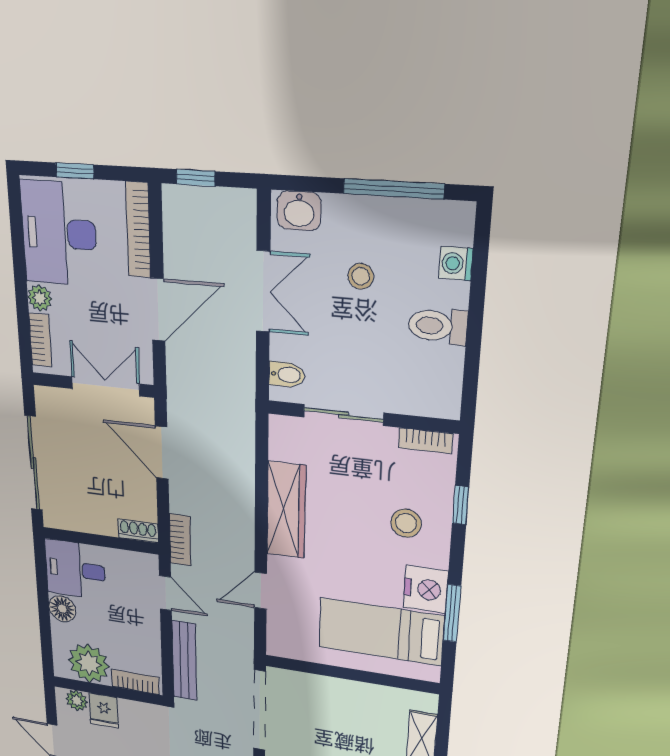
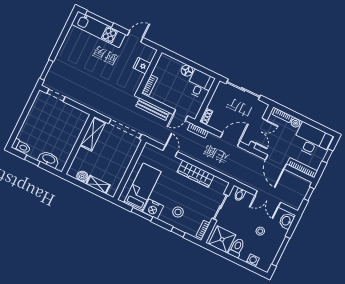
shower: (431, 377) -> (222, 239), added
plant: (89, 663) -> (163, 70), removed
plant: (77, 700) -> (149, 56), removed

